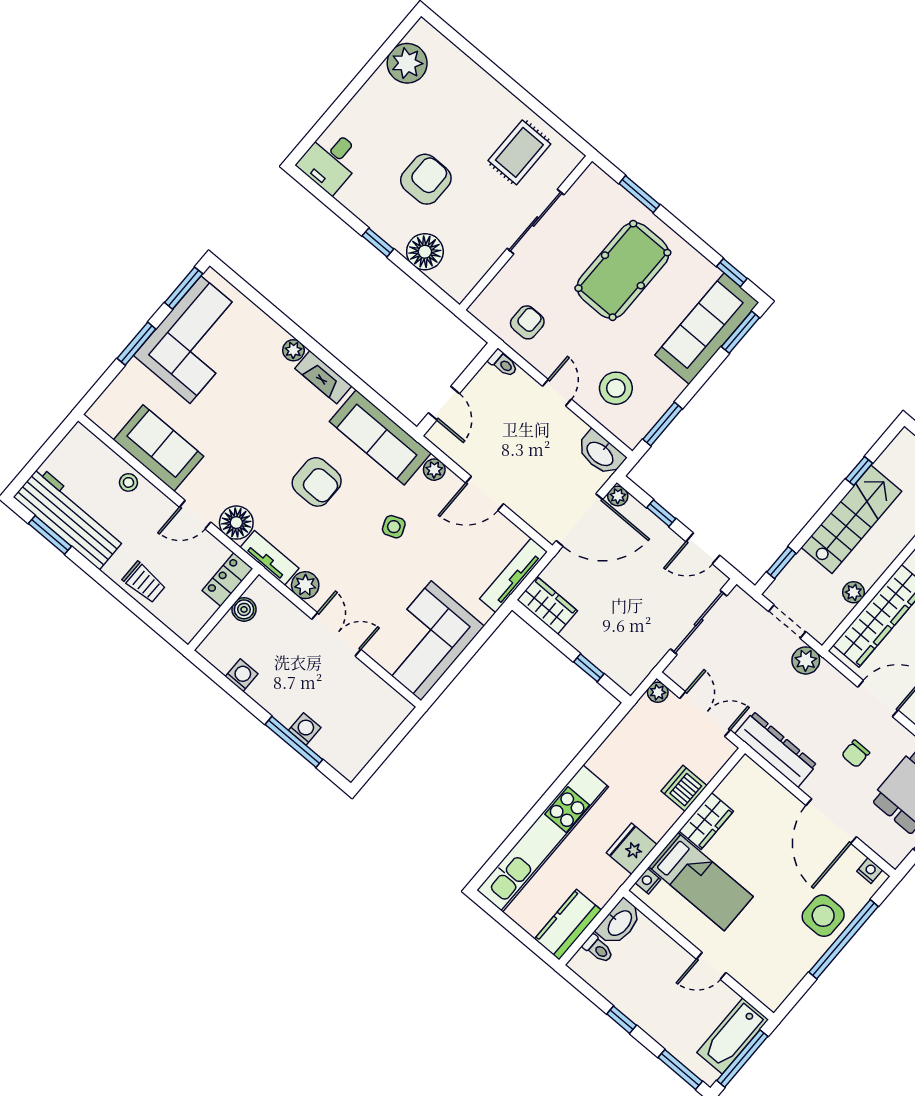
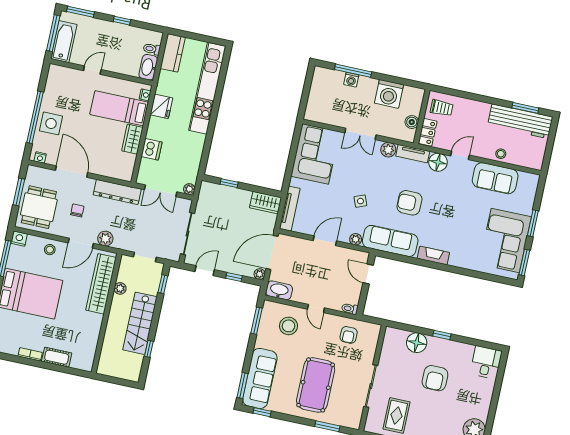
plant: (293, 350) -> (455, 261), removed
trolley: (144, 582) -> (442, 108), moved, turned 180
plant: (806, 660) -> (105, 239), moved
washing machine: (242, 675) -> (389, 94), width x1.89, depth x1.89

